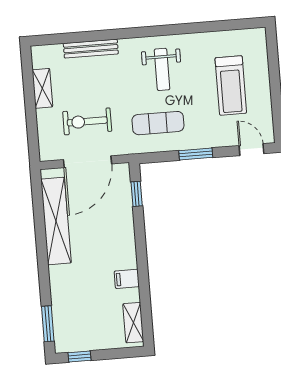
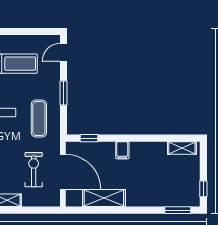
exercise bike: (87, 121) -> (34, 170), turned 180
shelving: (56, 221) -> (104, 198), width x0.68
filing cabinet: (127, 279) -> (122, 150), moved

